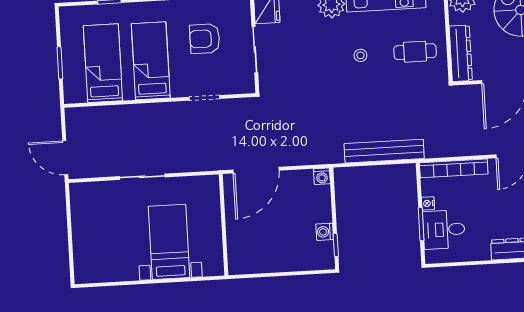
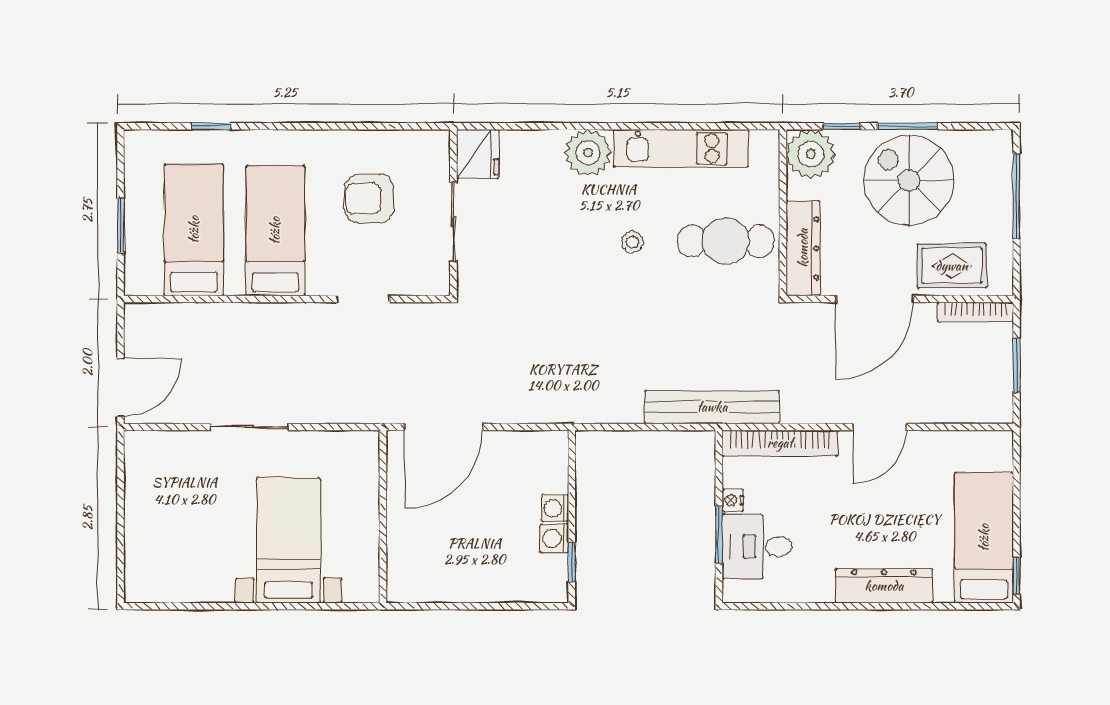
cafe table: (415, 52) -> (726, 241), width x1.37, depth x1.35
bench: (384, 151) -> (712, 407), moved
door: (65, 158) -> (121, 387), swing flipped
washing machine: (322, 176) -> (555, 508), moved, turned 90

